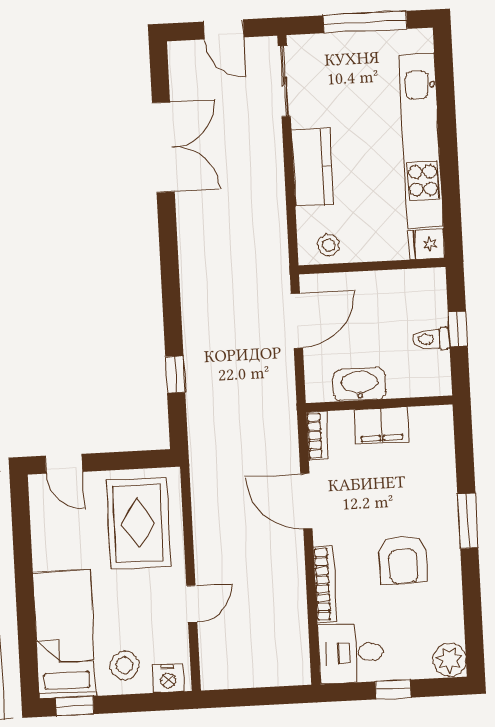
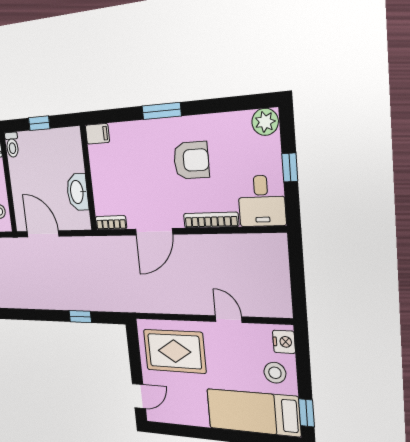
toilet: (431, 339) -> (12, 145), moved
filing cabinet: (381, 426) -> (97, 134), moved, width x0.50

